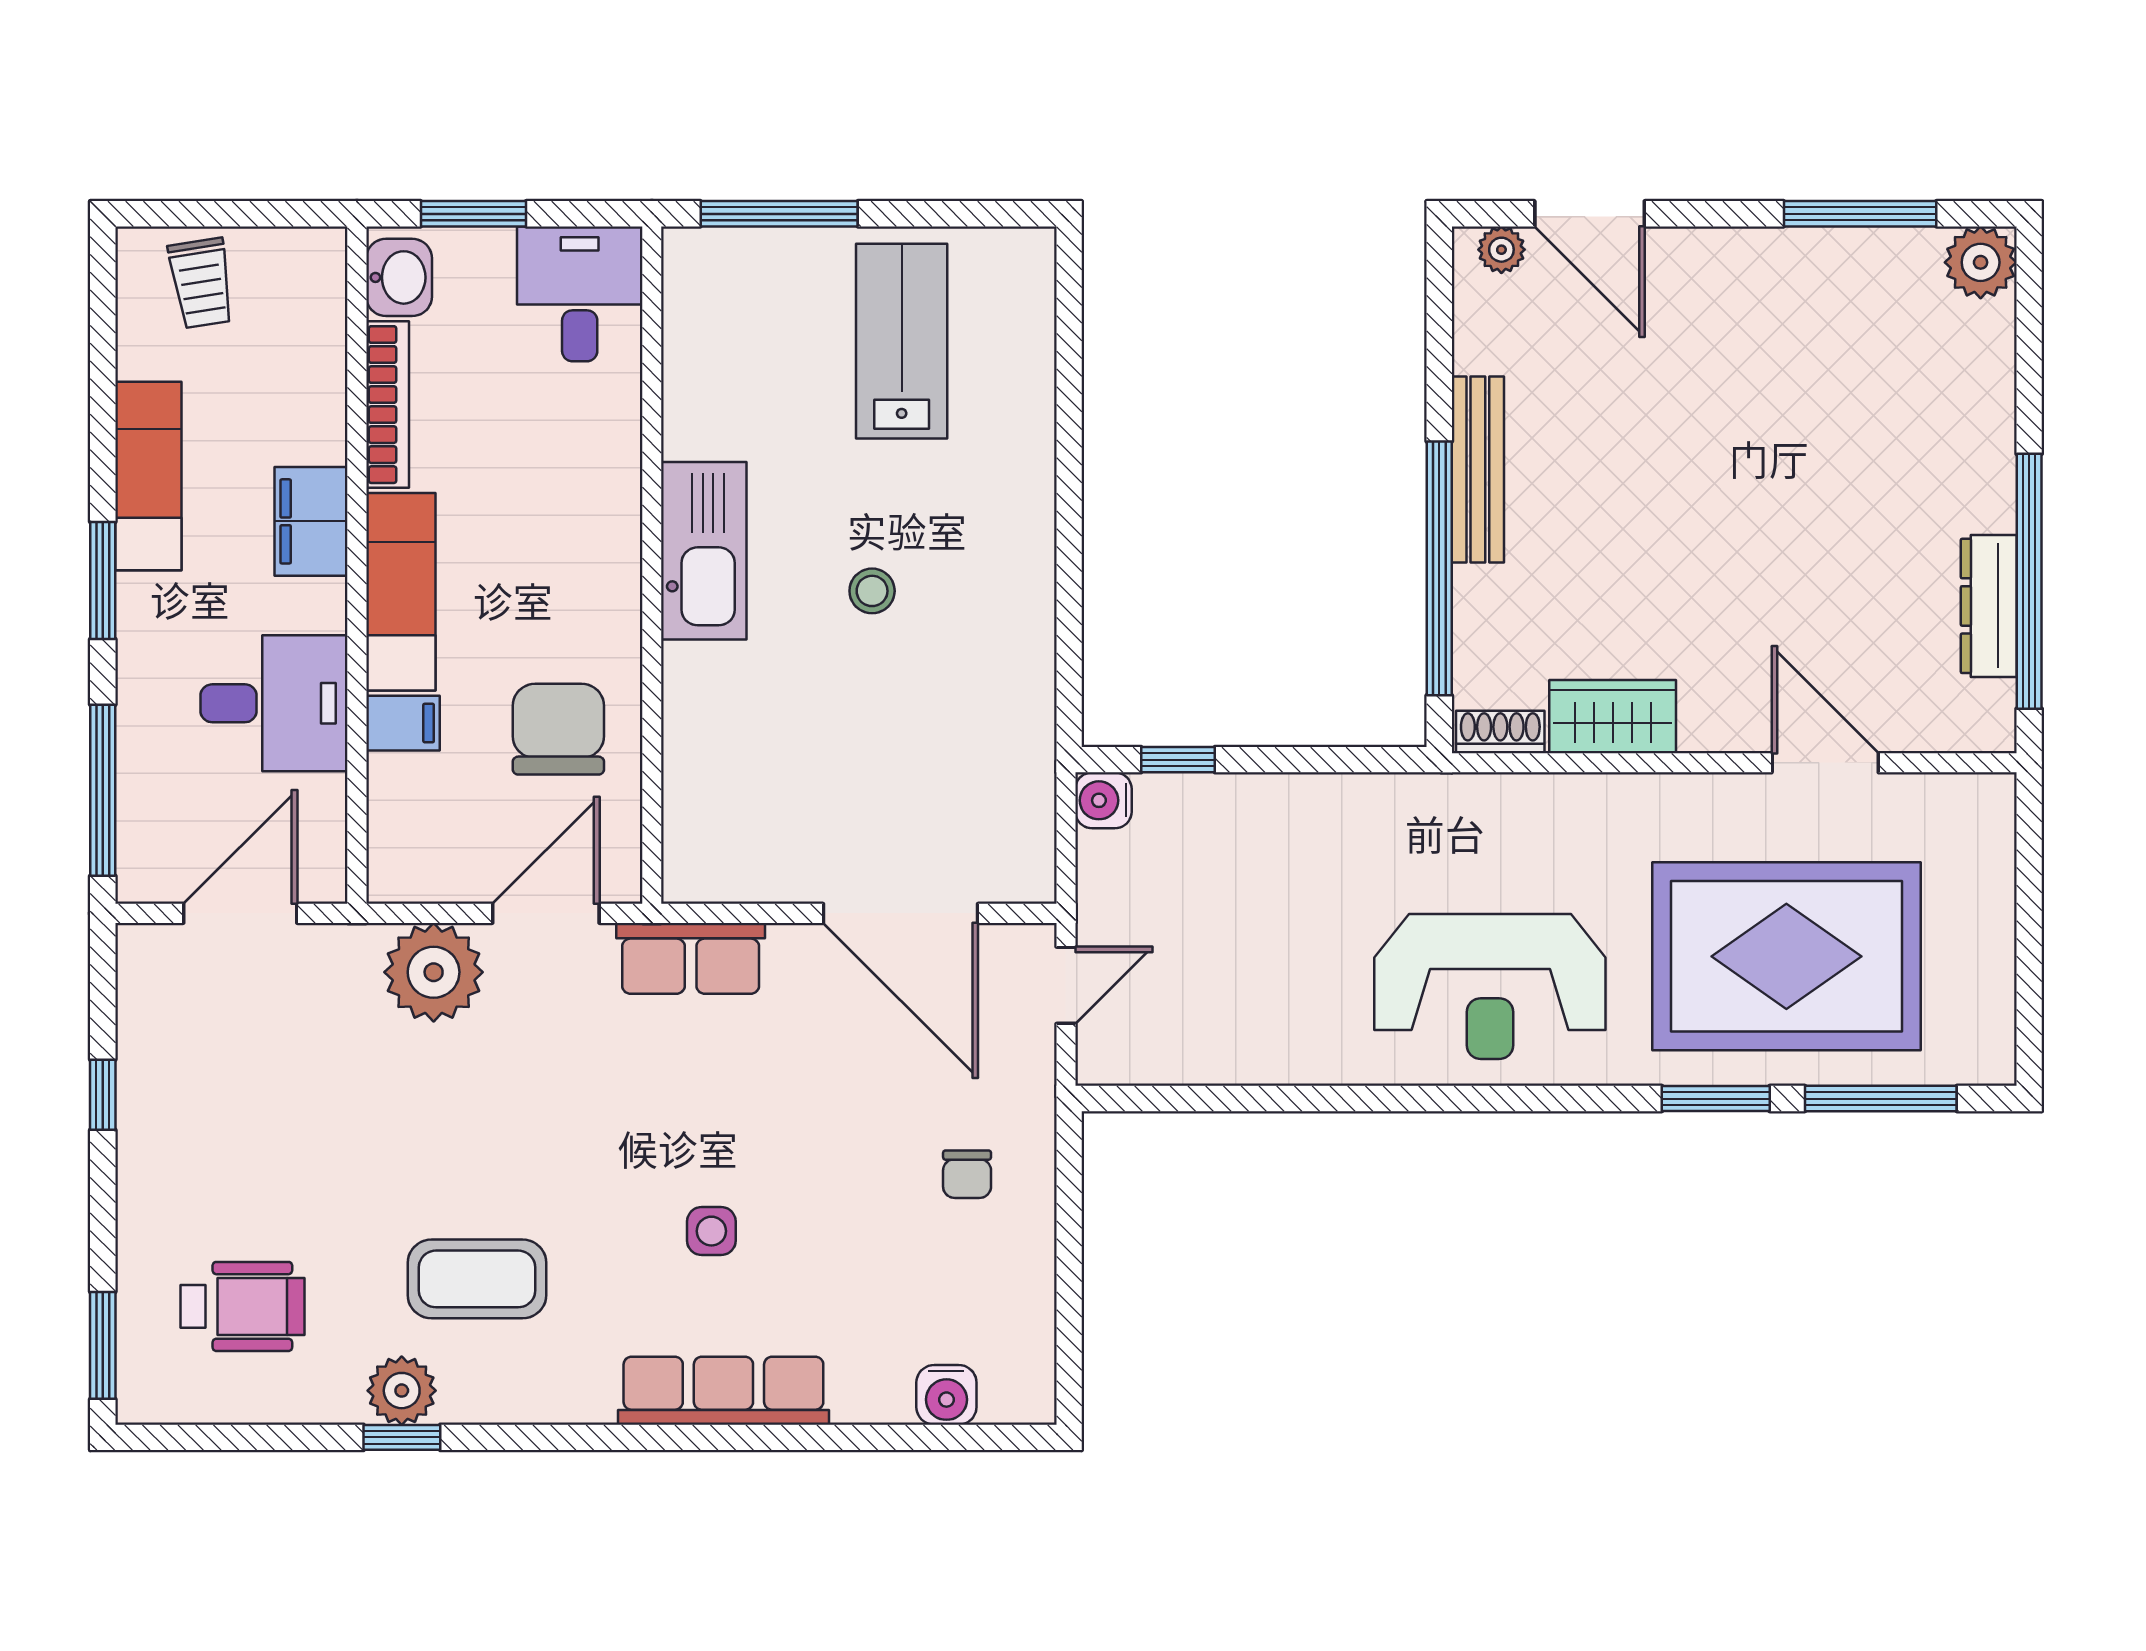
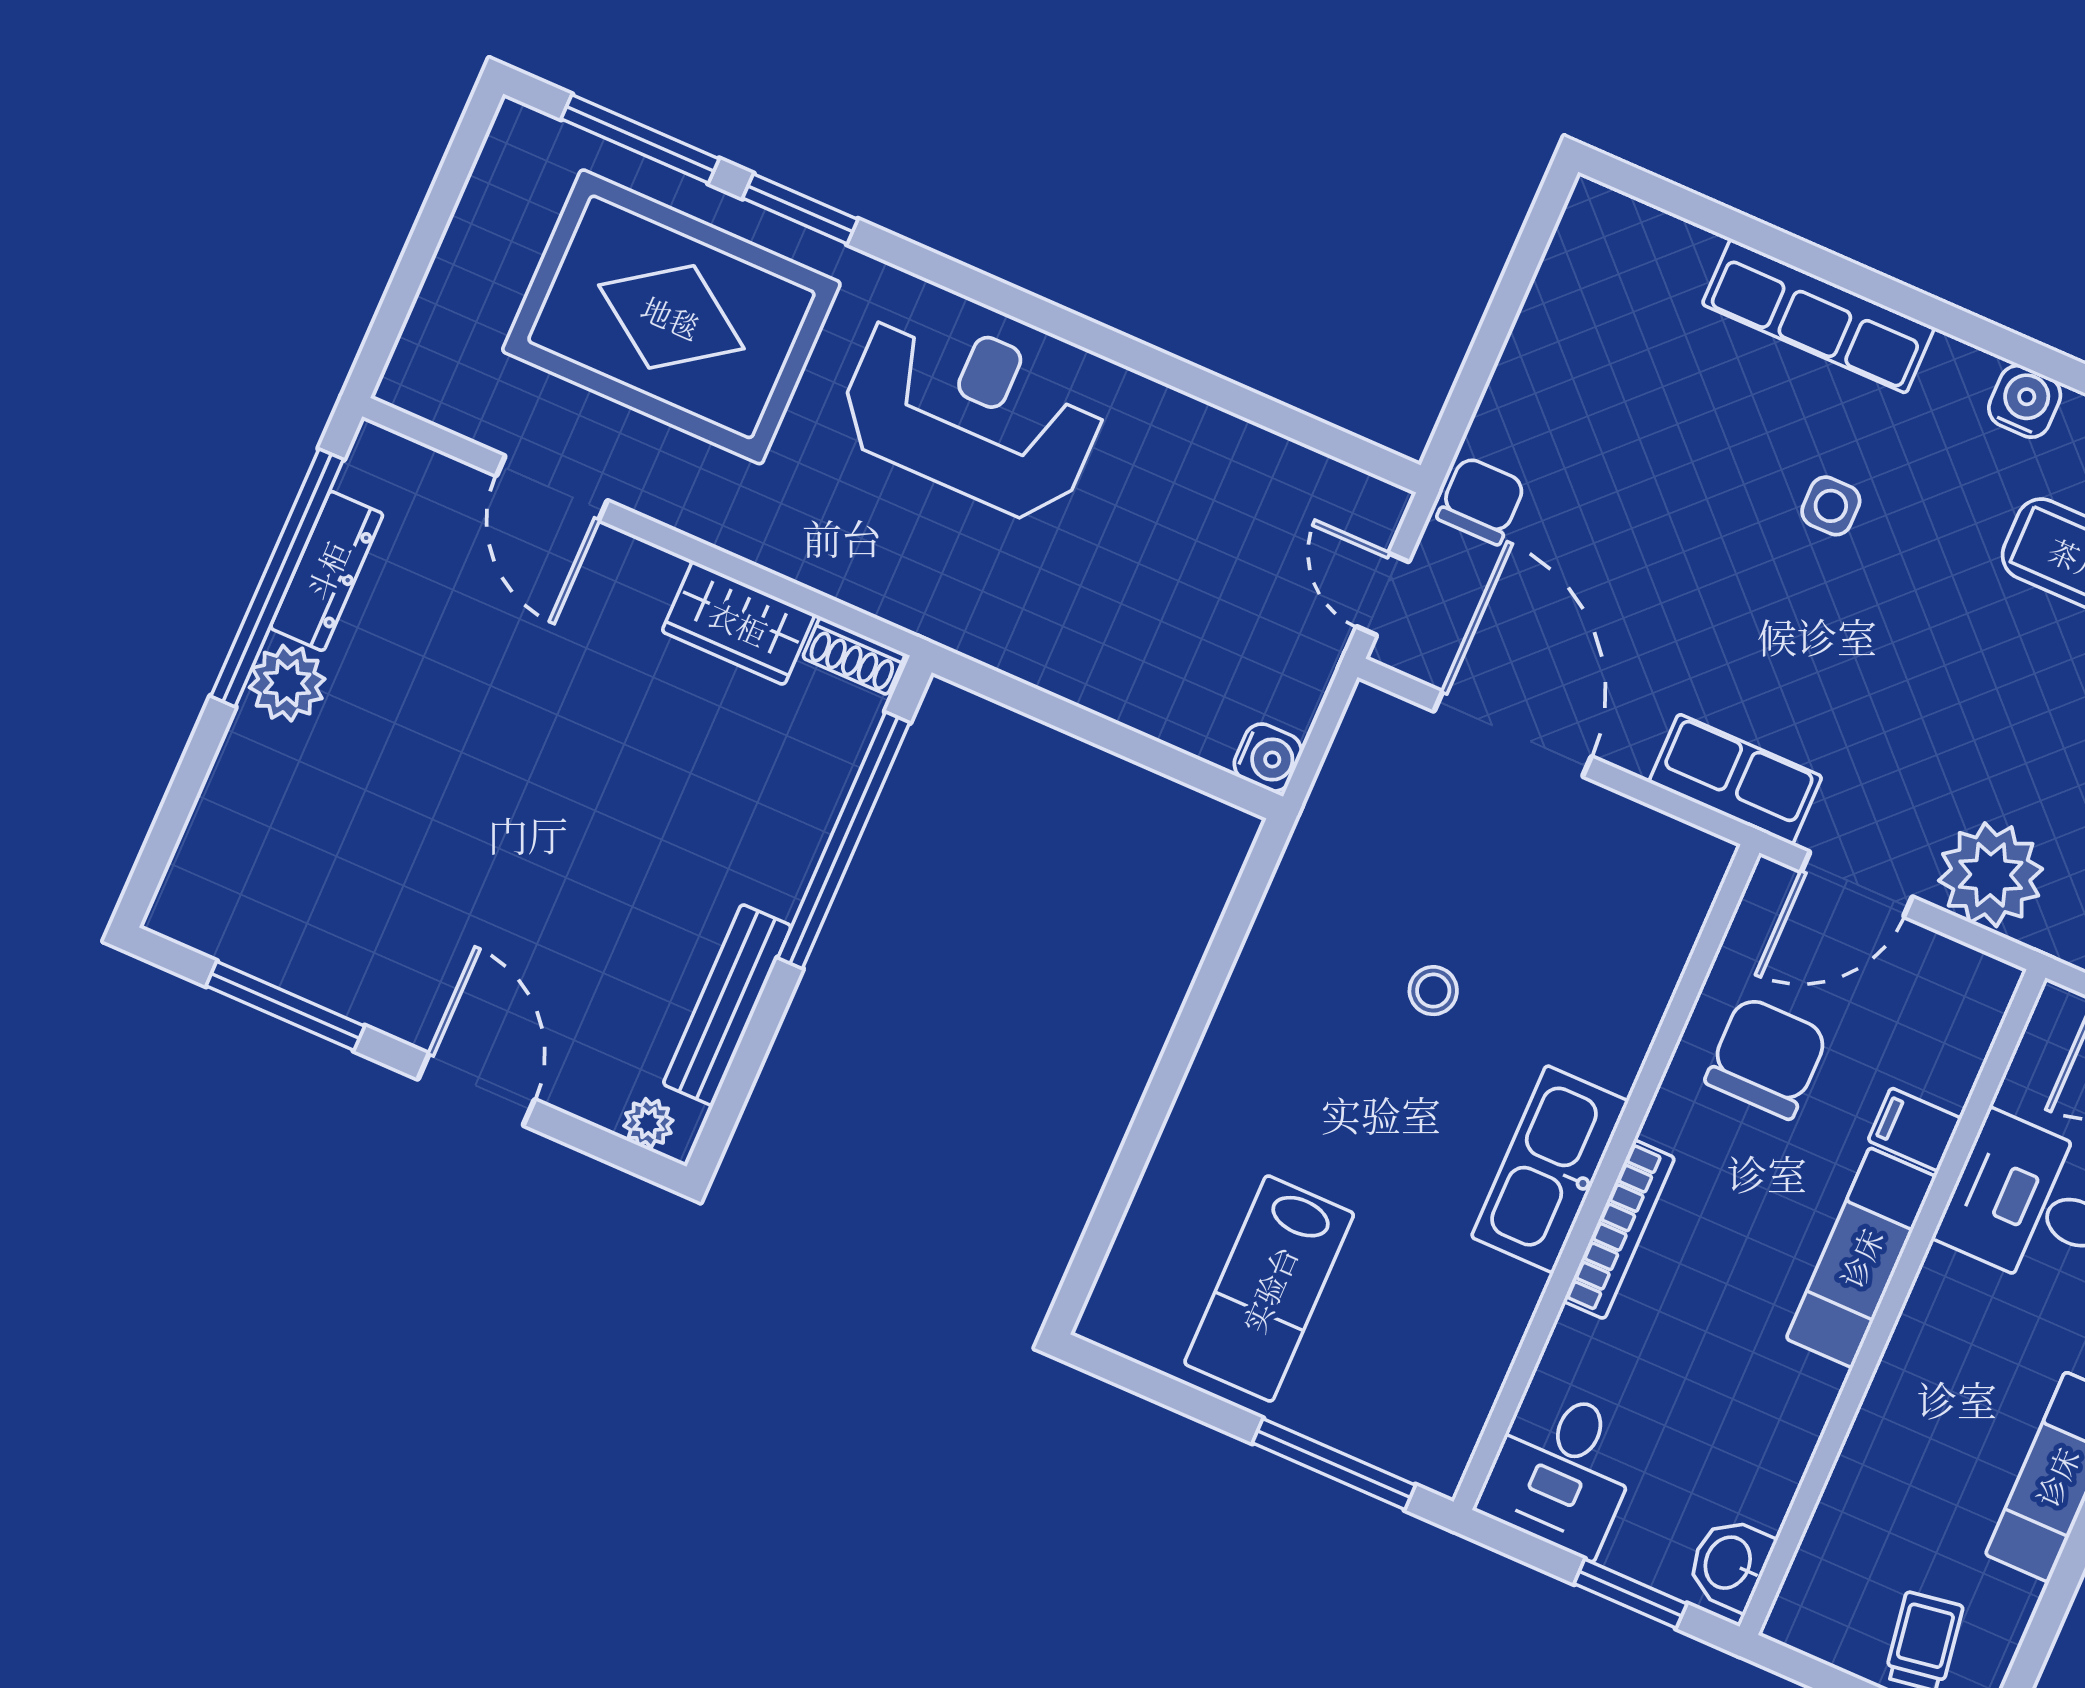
door: (1590, 214) -> (476, 1089), moved
plant: (1981, 262) -> (287, 683), moved
bookcase: (388, 405) -> (1619, 1229), moved, turned 180
bench: (1478, 469) -> (727, 1005), moved
filing cabinet: (311, 521) -> (1918, 1364), removed
stool: (872, 591) -> (1433, 991), moved
chair: (558, 729) -> (1767, 1058), turned 180
window: (1178, 760) -> (1178, 765), removed
door: (1066, 985) -> (1383, 594), hinge flipped
chair: (967, 1174) -> (1481, 501), moved, width x1.37, depth x1.37
row of seats: (723, 1391) -> (1818, 316), moved
water cooler: (946, 1395) -> (2025, 401), moved

